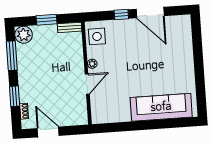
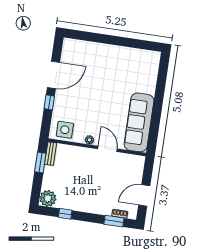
window: (47, 20) -> (40, 163), moved
window: (12, 56) -> (65, 214), width x0.46
window: (15, 96) -> (114, 221), moved
sofa: (161, 107) -> (139, 122), moved

